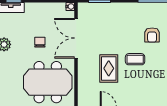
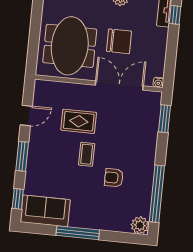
chair: (40, 42) -> (119, 41), width x1.87, depth x1.87

